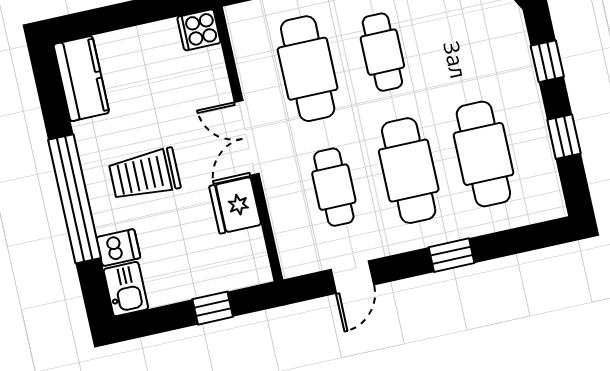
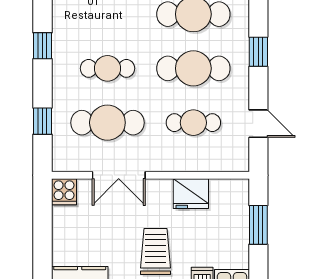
double door: (247, 138) -> (119, 175), moved
trolley: (145, 174) -> (156, 251), turned 180
window: (213, 308) -> (258, 225), width x1.50

